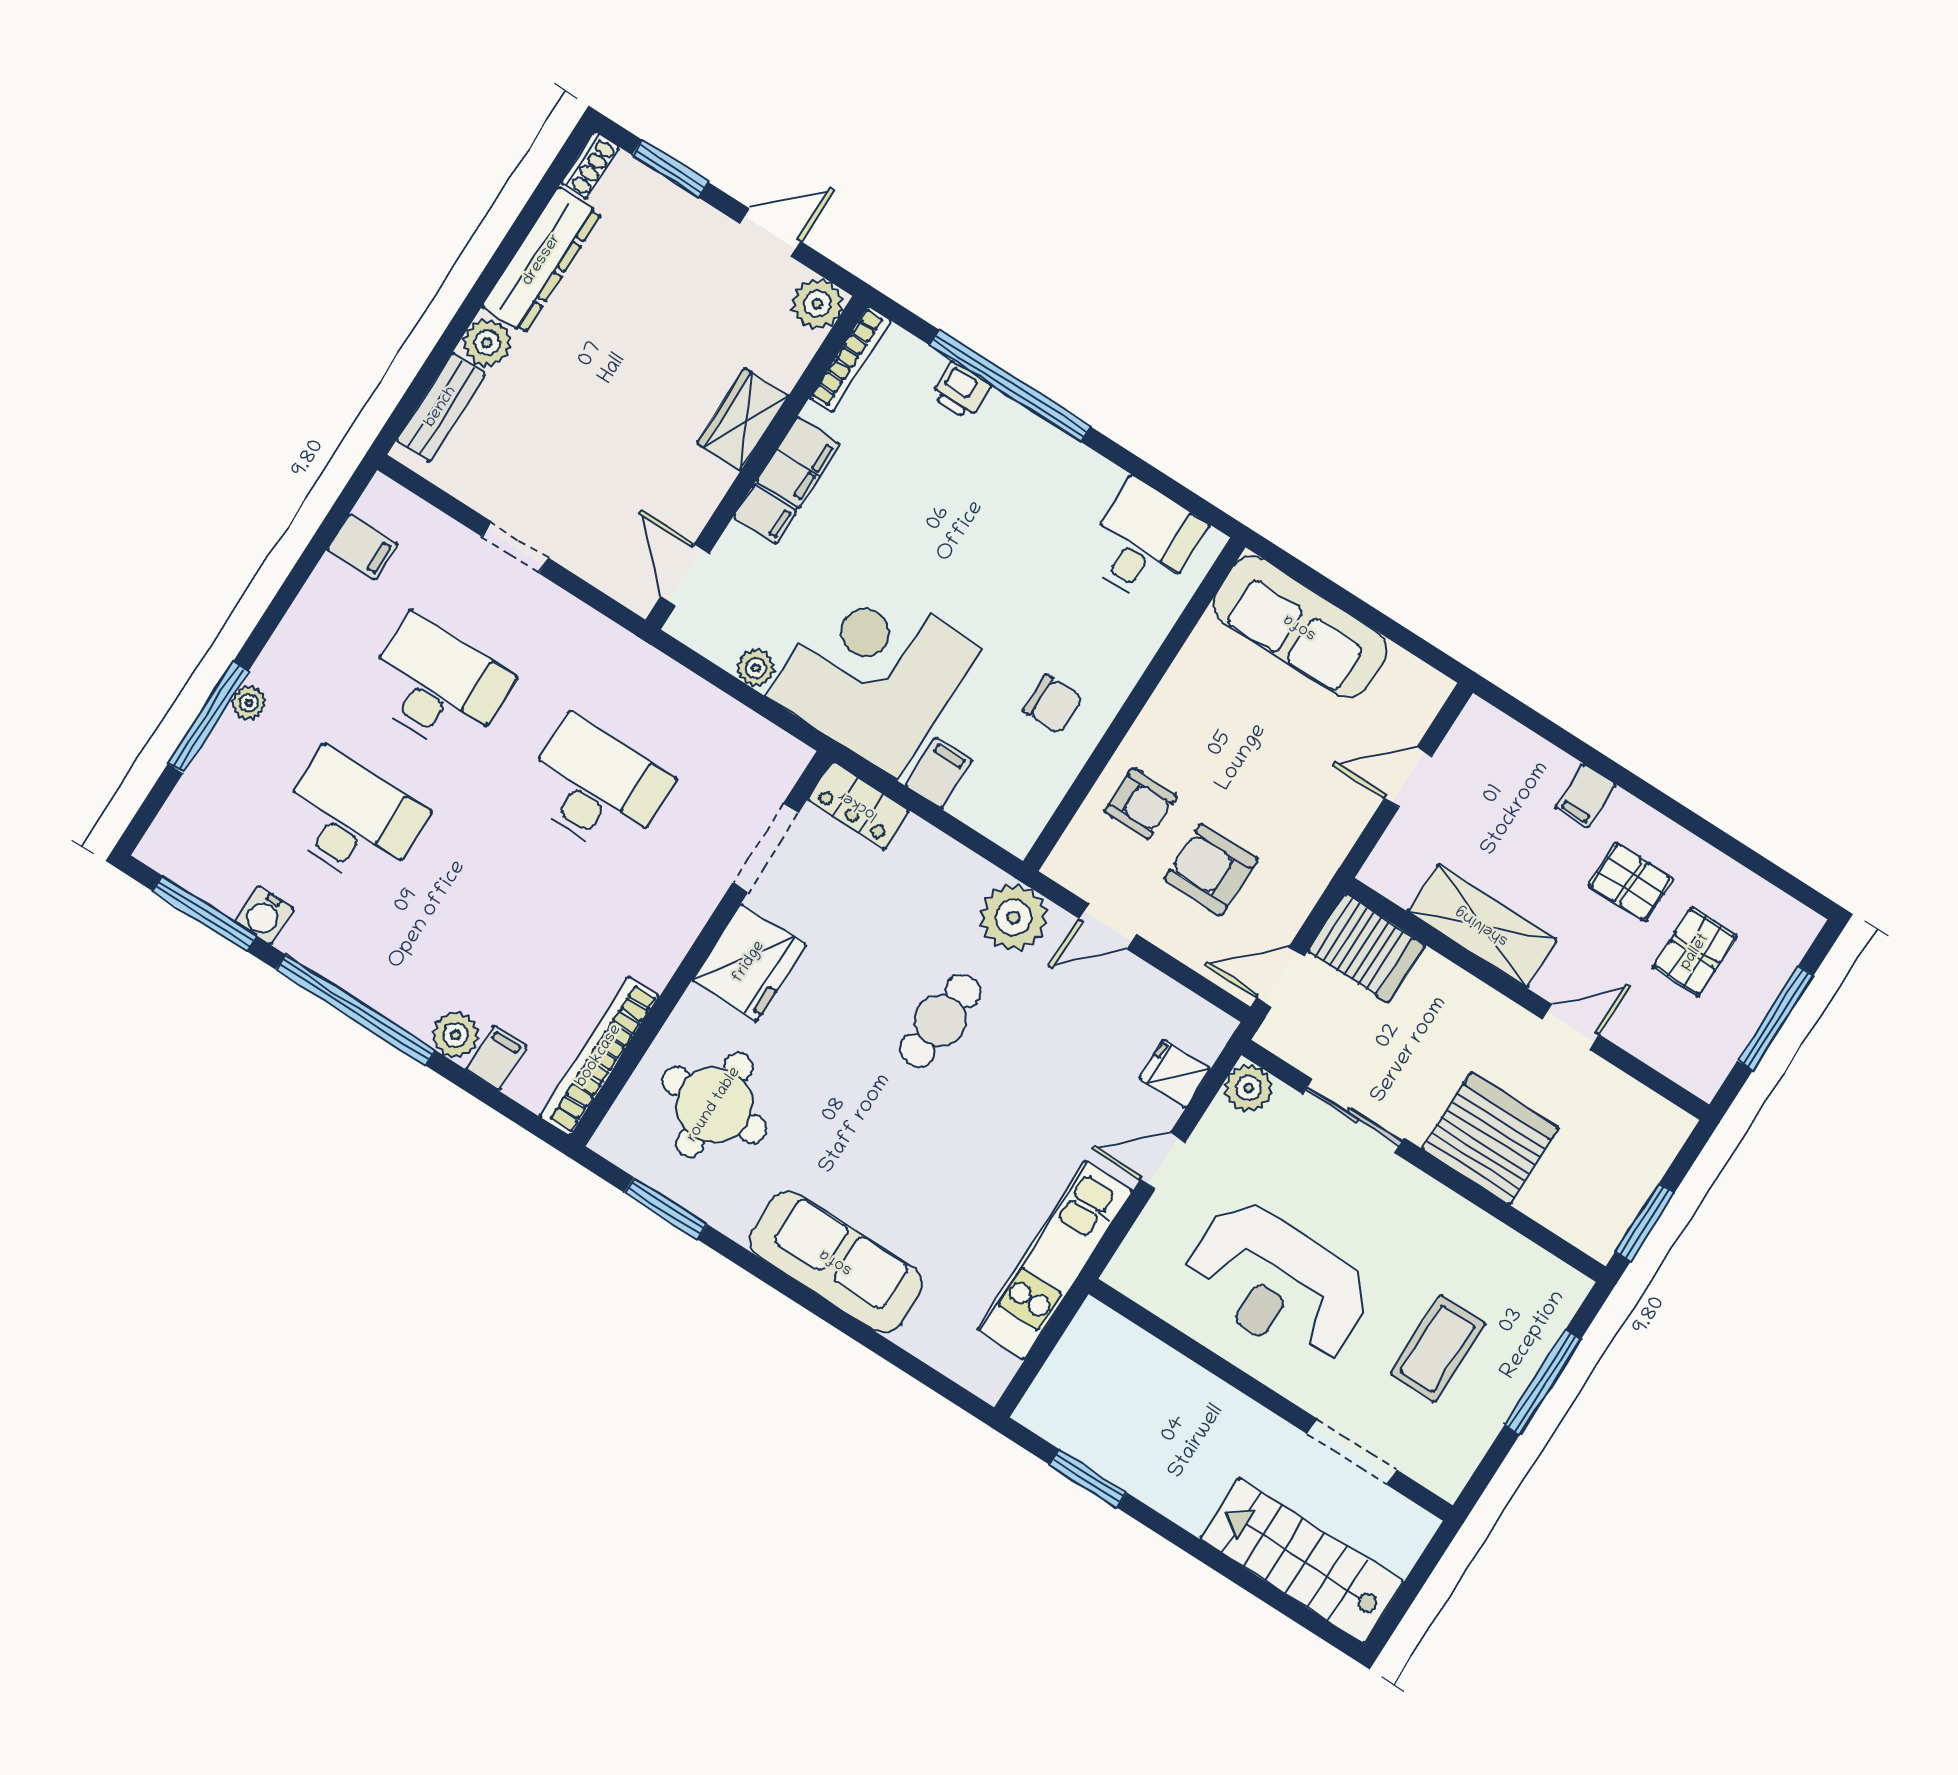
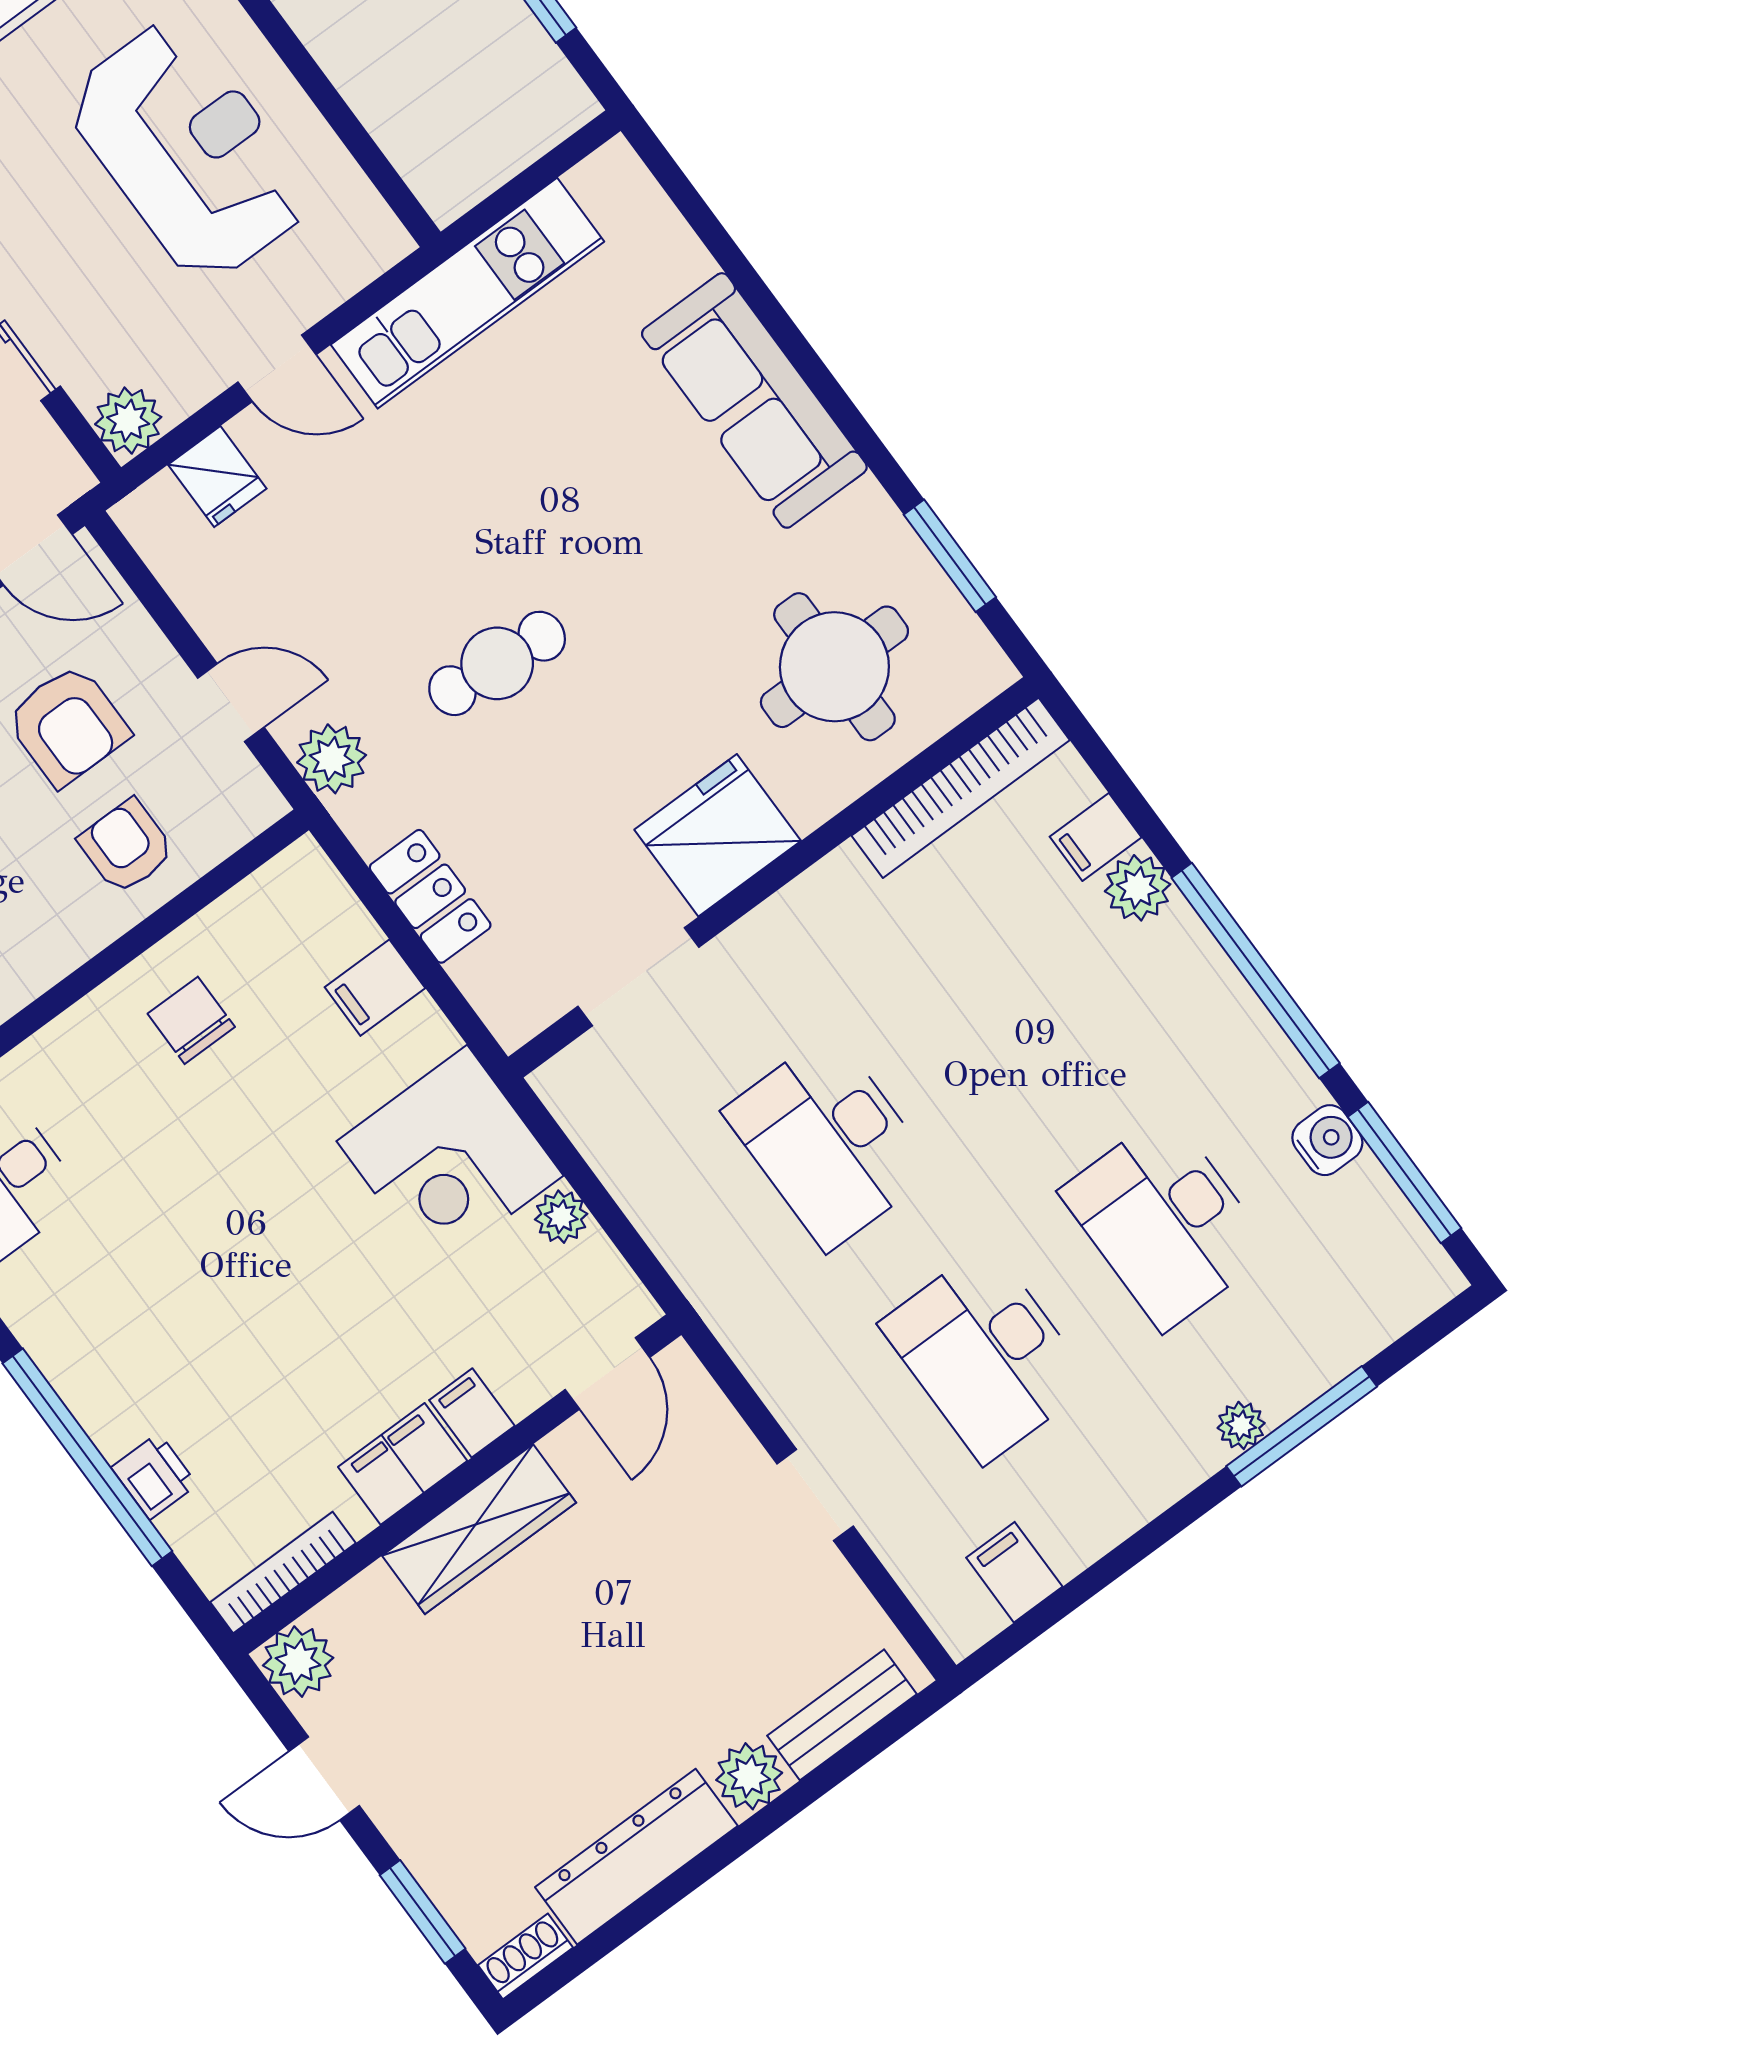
wardrobe: (743, 419) -> (479, 1529), width x1.50
corner desk: (874, 672) -> (450, 1158), width x0.74, depth x0.74
locker: (858, 805) -> (430, 896), moved
plant: (1014, 917) -> (332, 759), width x0.73, depth x0.73

